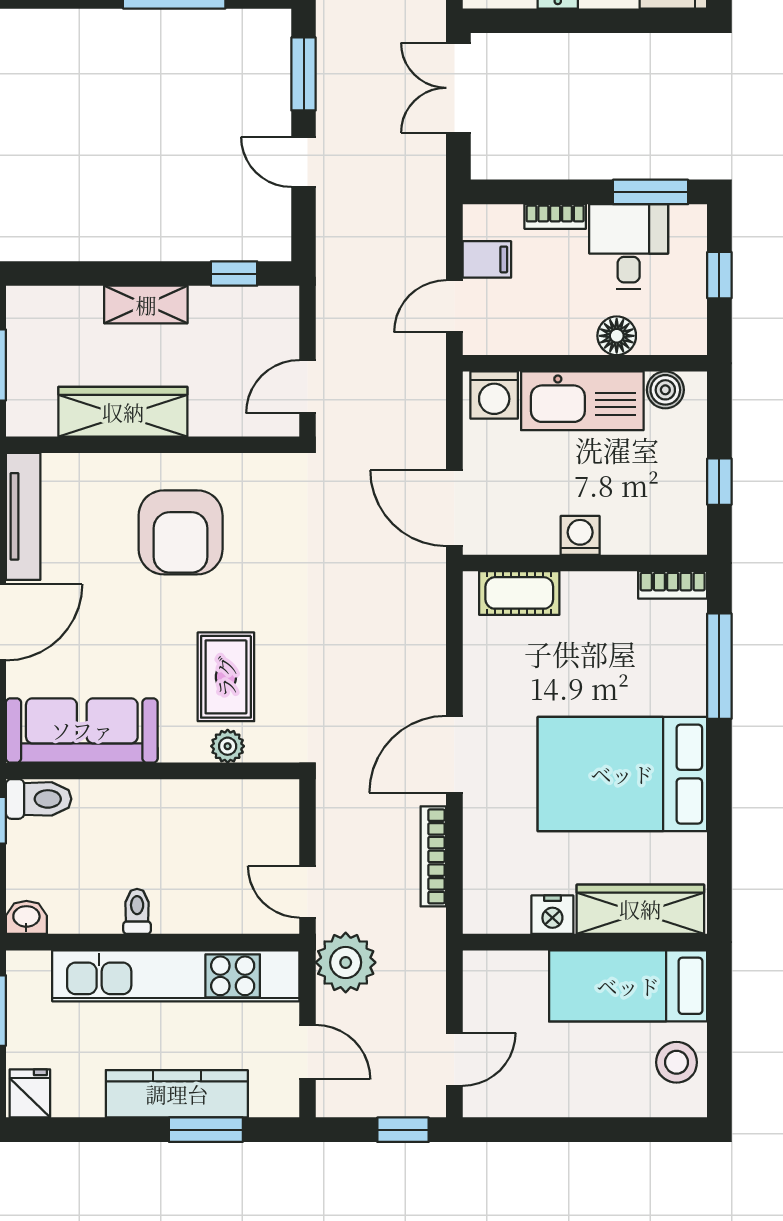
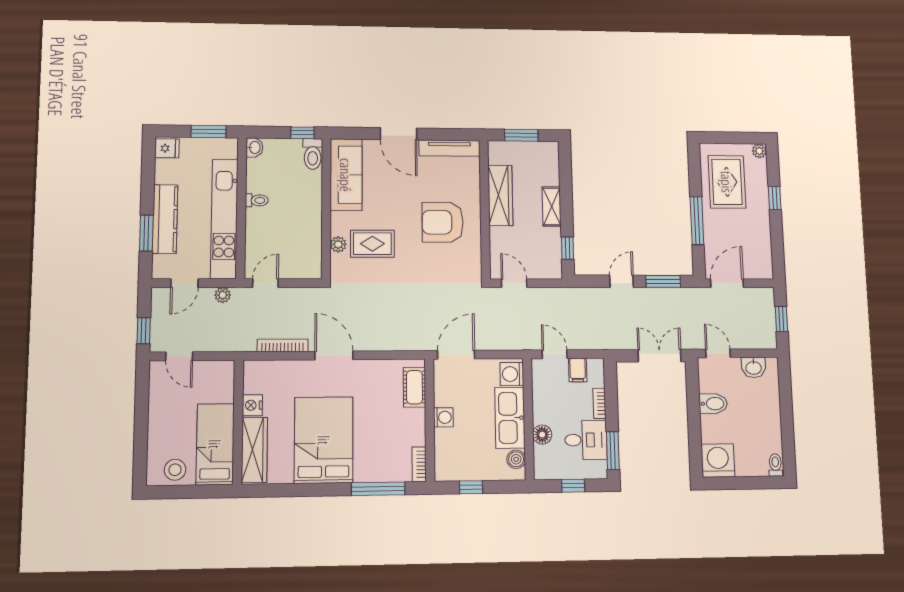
plant: (346, 962) -> (223, 295), width x0.53, depth x0.53

